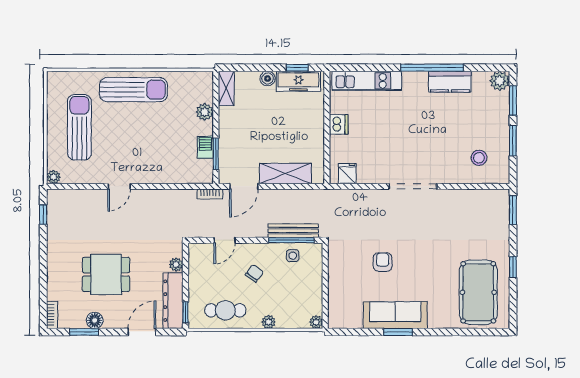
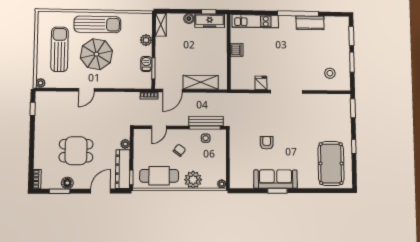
plant: (500, 81) -> (343, 23), removed
parasol: (133, 134) -> (96, 54), added
fridge: (347, 174) -> (261, 83), moved
cafe table: (225, 310) -> (159, 176), width x1.37, depth x1.35
plant: (269, 322) -> (193, 180), width x1.87, depth x1.87

